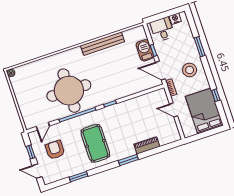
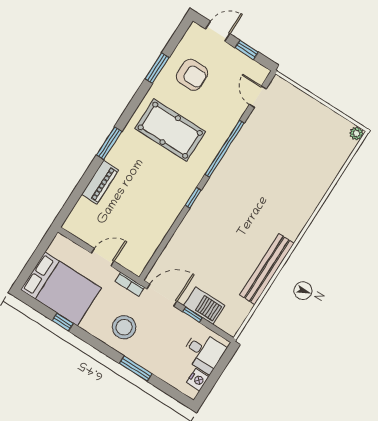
round table: (69, 91) -> (261, 172), removed
armchair: (55, 150) -> (192, 75), moved

